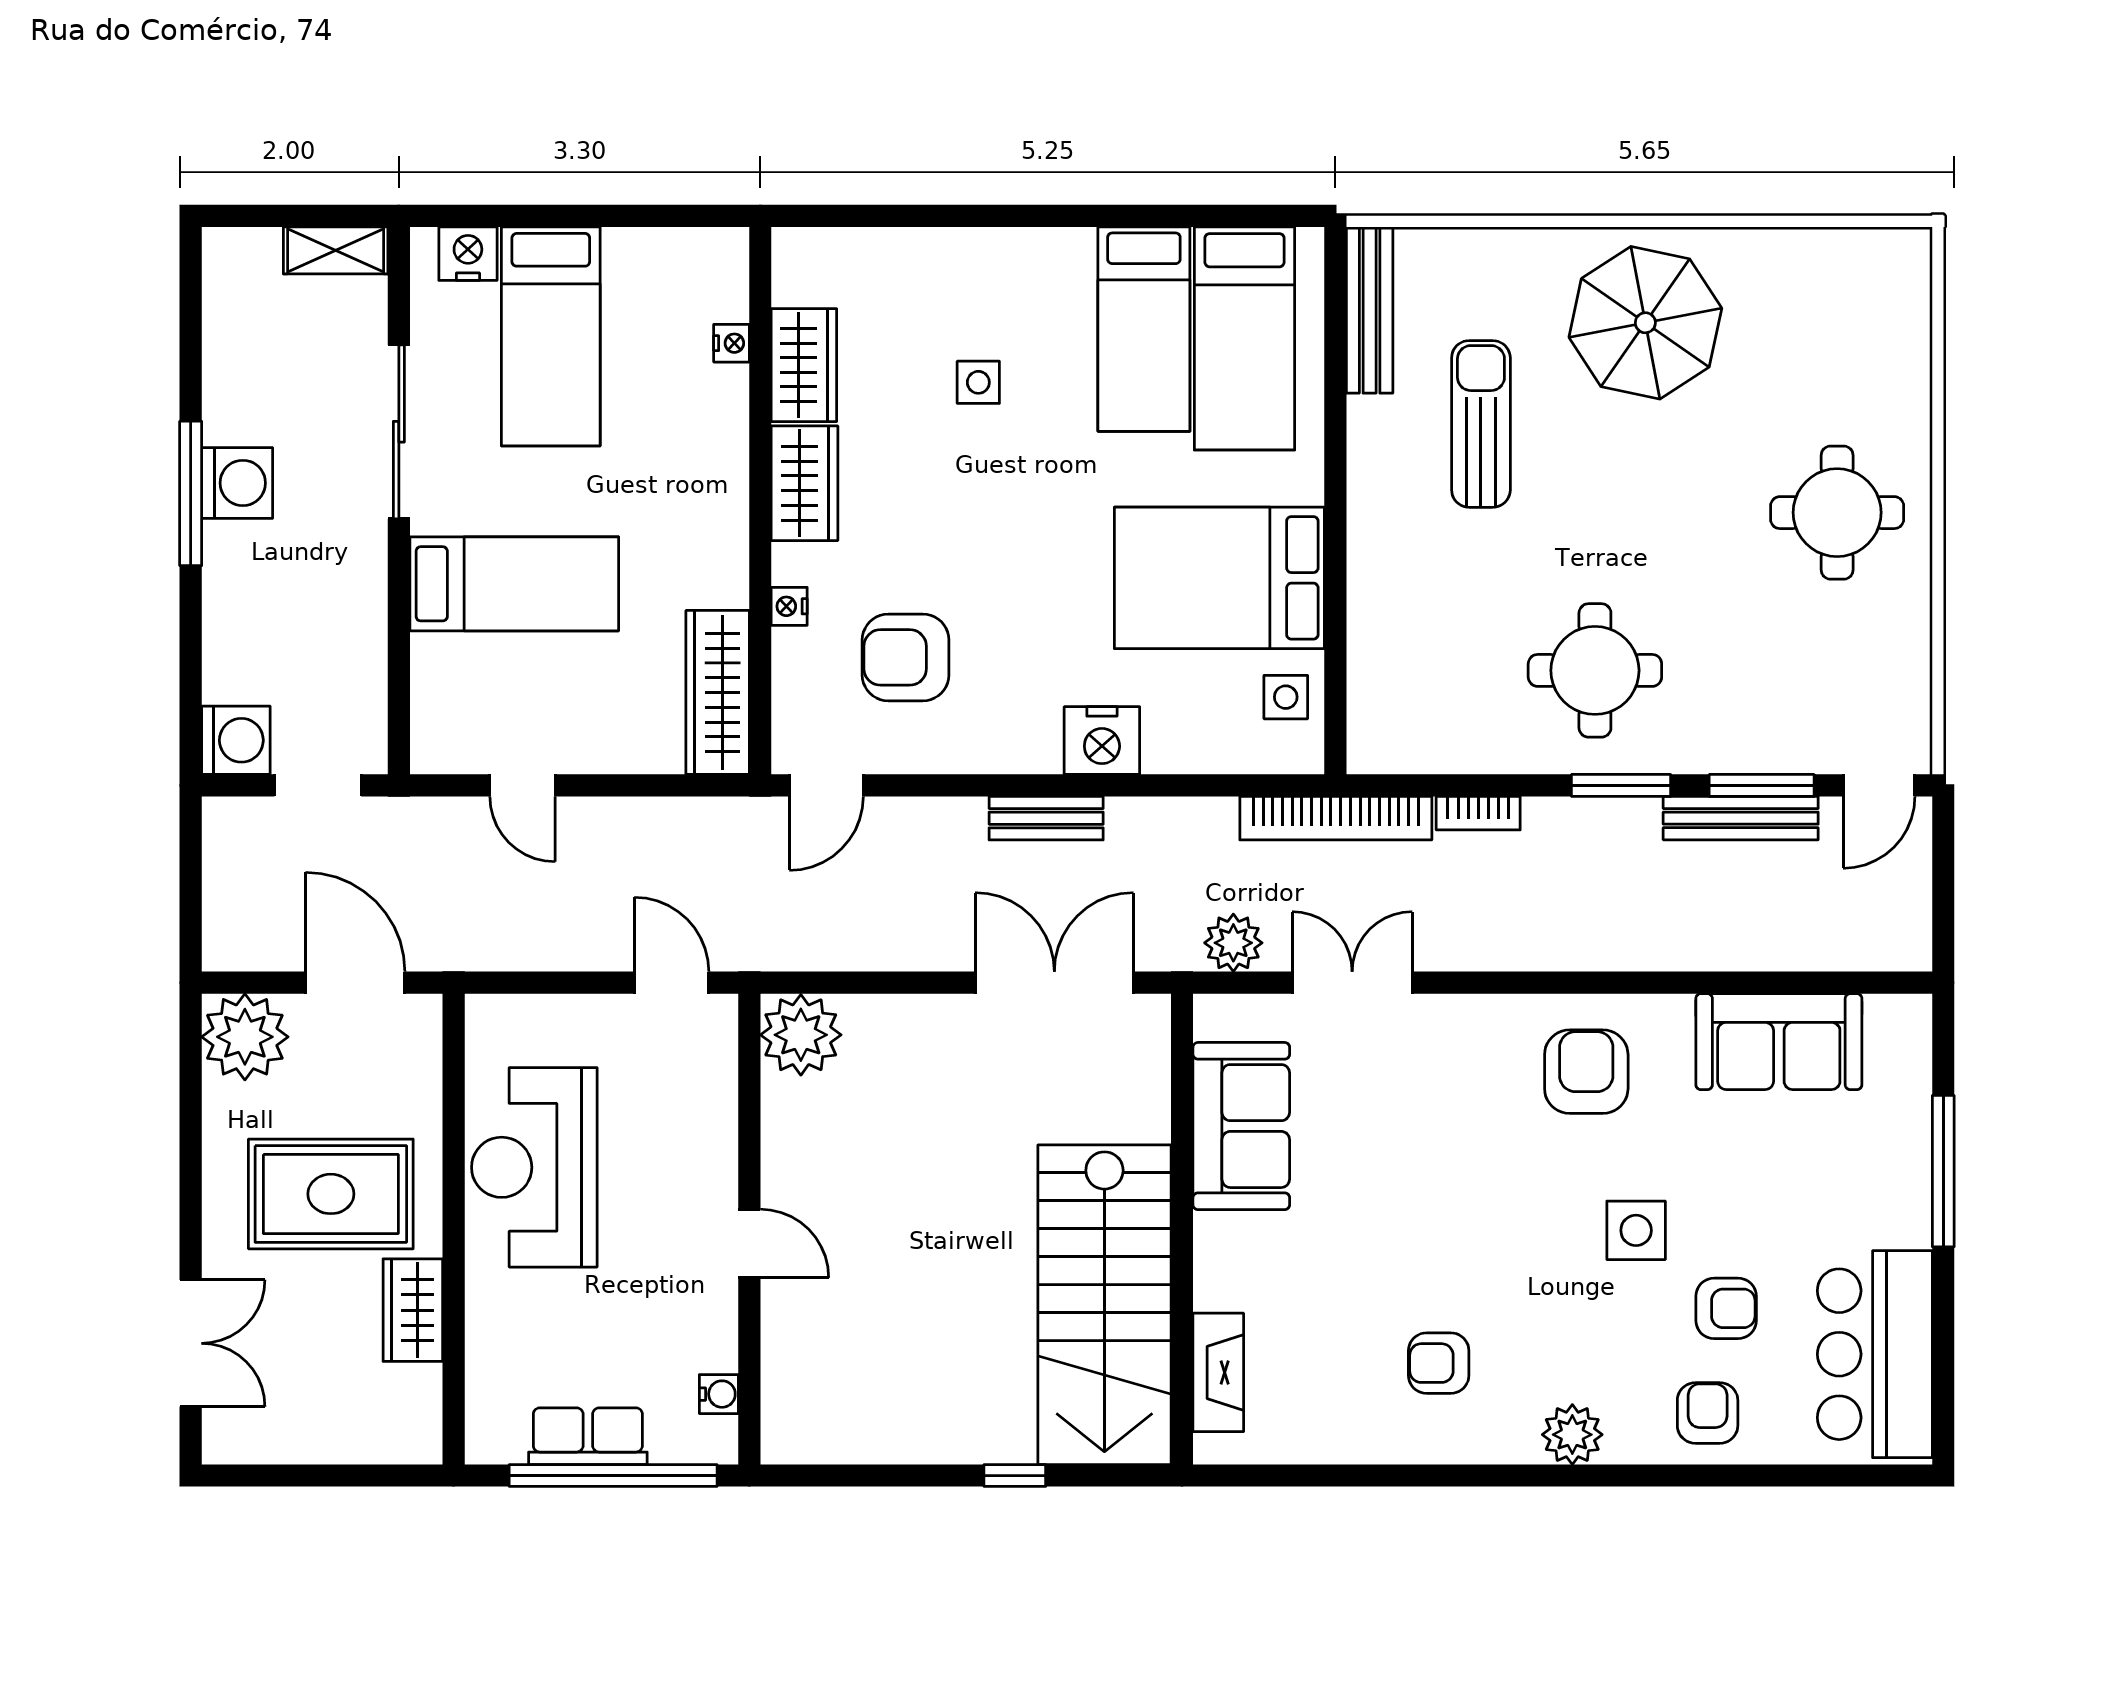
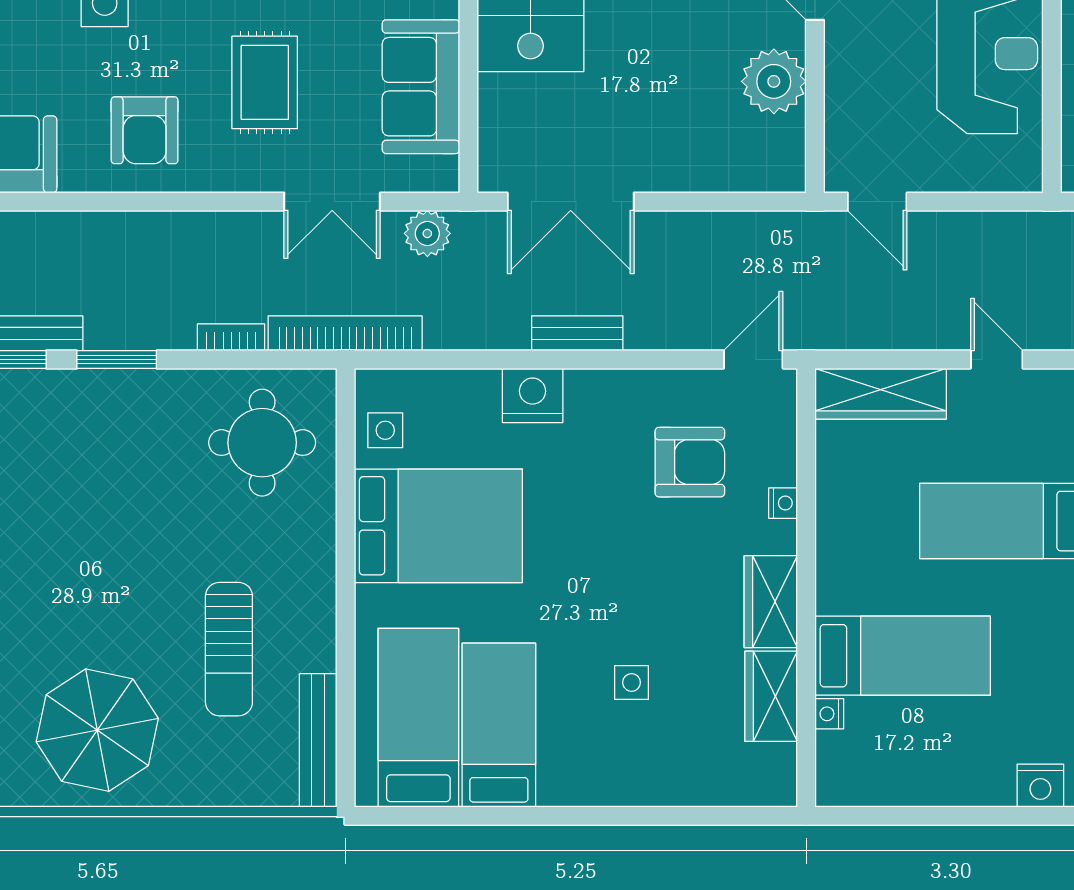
bed: (551, 336) -> (903, 656), moved, turned 90
round table: (1595, 670) -> (262, 443), moved
wardrobe: (718, 692) -> (881, 394), moved, turned 90
plant: (801, 1035) -> (774, 81), moved
rug: (1436, 1131) -> (265, 82), added

